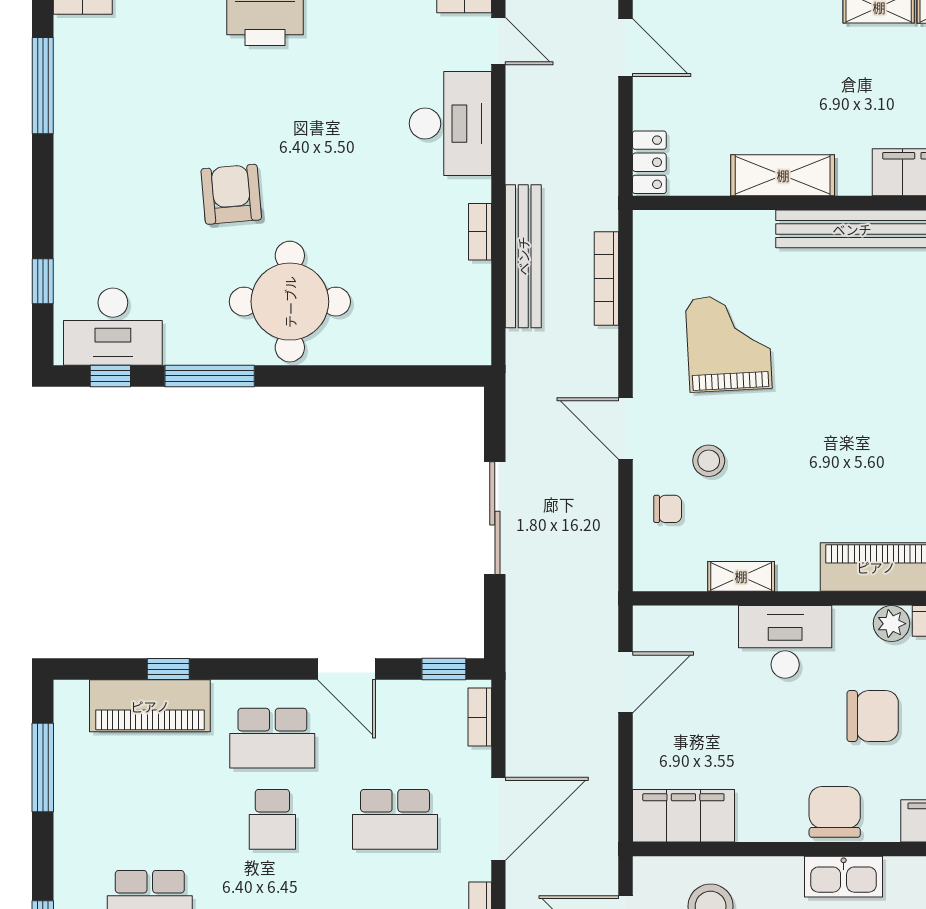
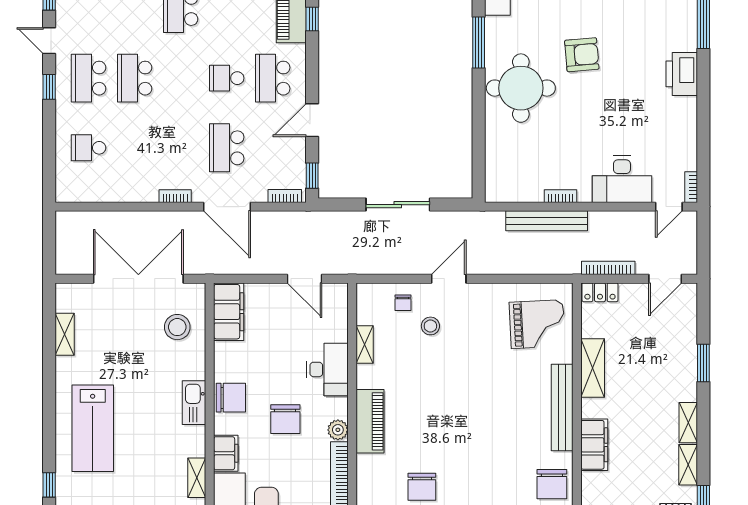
bookcase: (606, 278) -> (608, 268), moved
grand piano: (729, 343) -> (537, 324), moved

